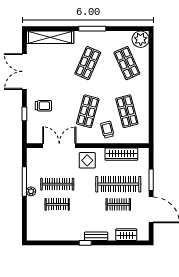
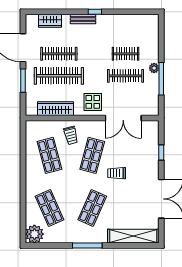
trolley: (43, 106) -> (117, 173), moved
clothes rail: (118, 204) -> (59, 54), width x1.36

